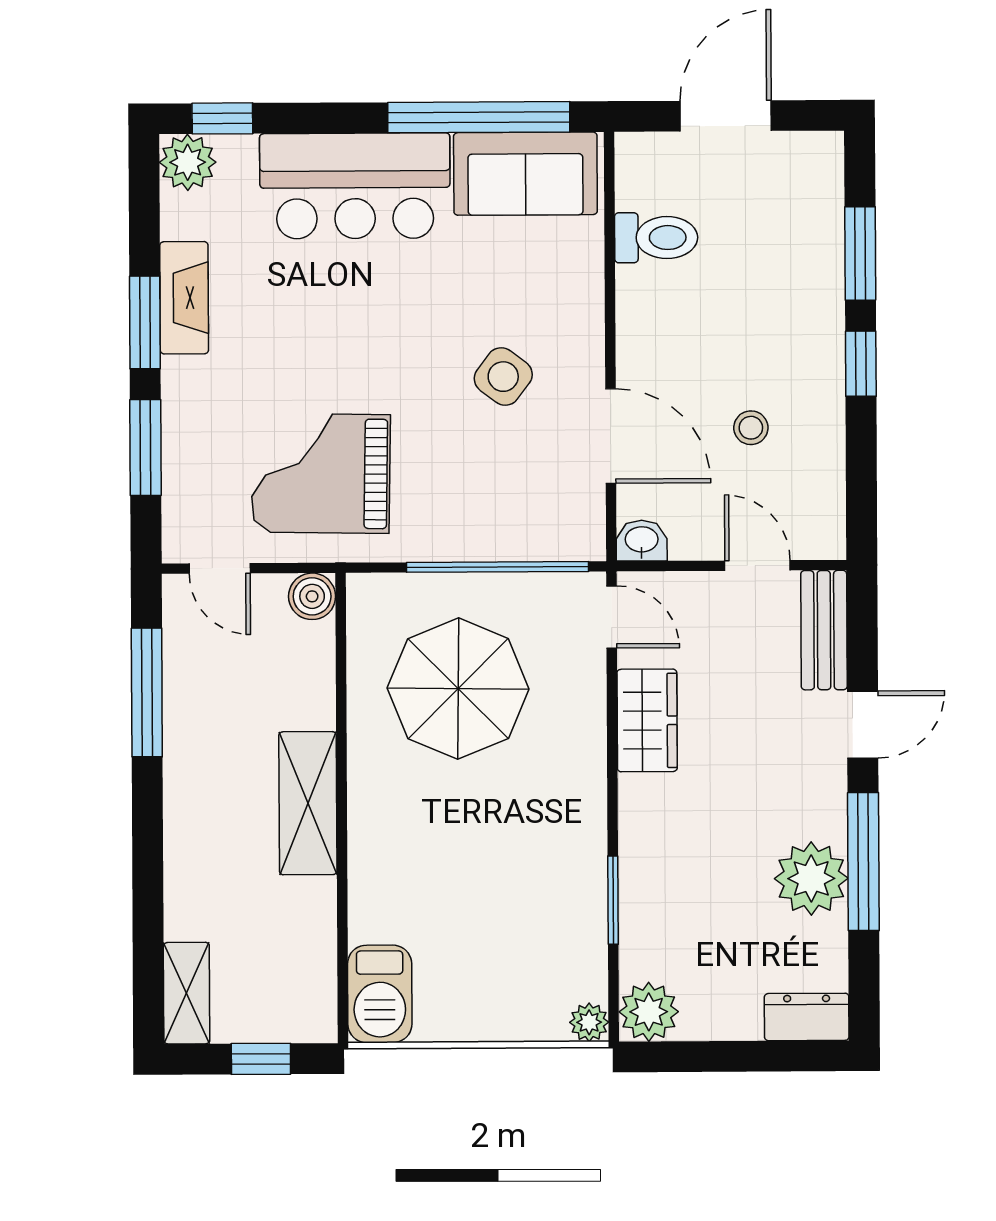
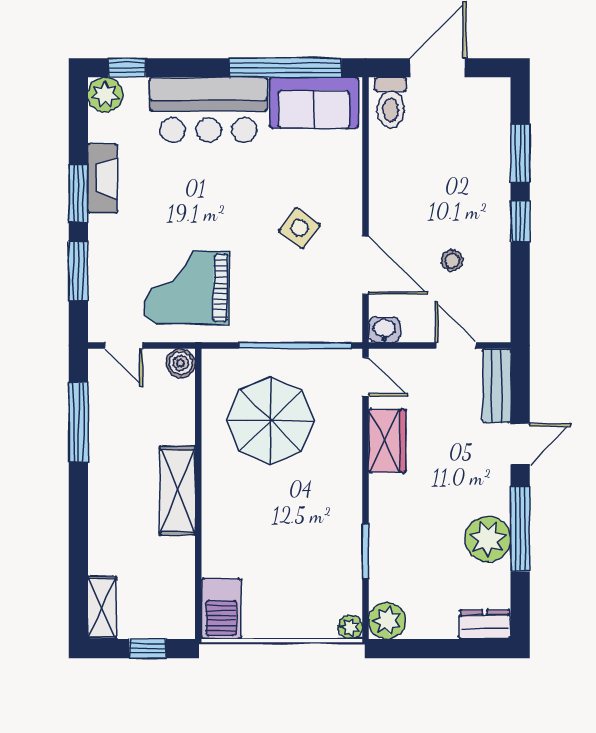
toilet: (656, 238) -> (391, 103), moved, turned 90

